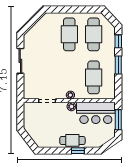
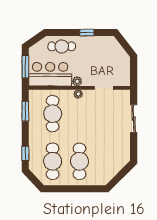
sliding door: (20, 61) -> (134, 119), moved
window: (118, 65) -> (25, 111), moved
cafe table: (72, 140) -> (62, 46), moved
window: (78, 151) -> (87, 33), moved

